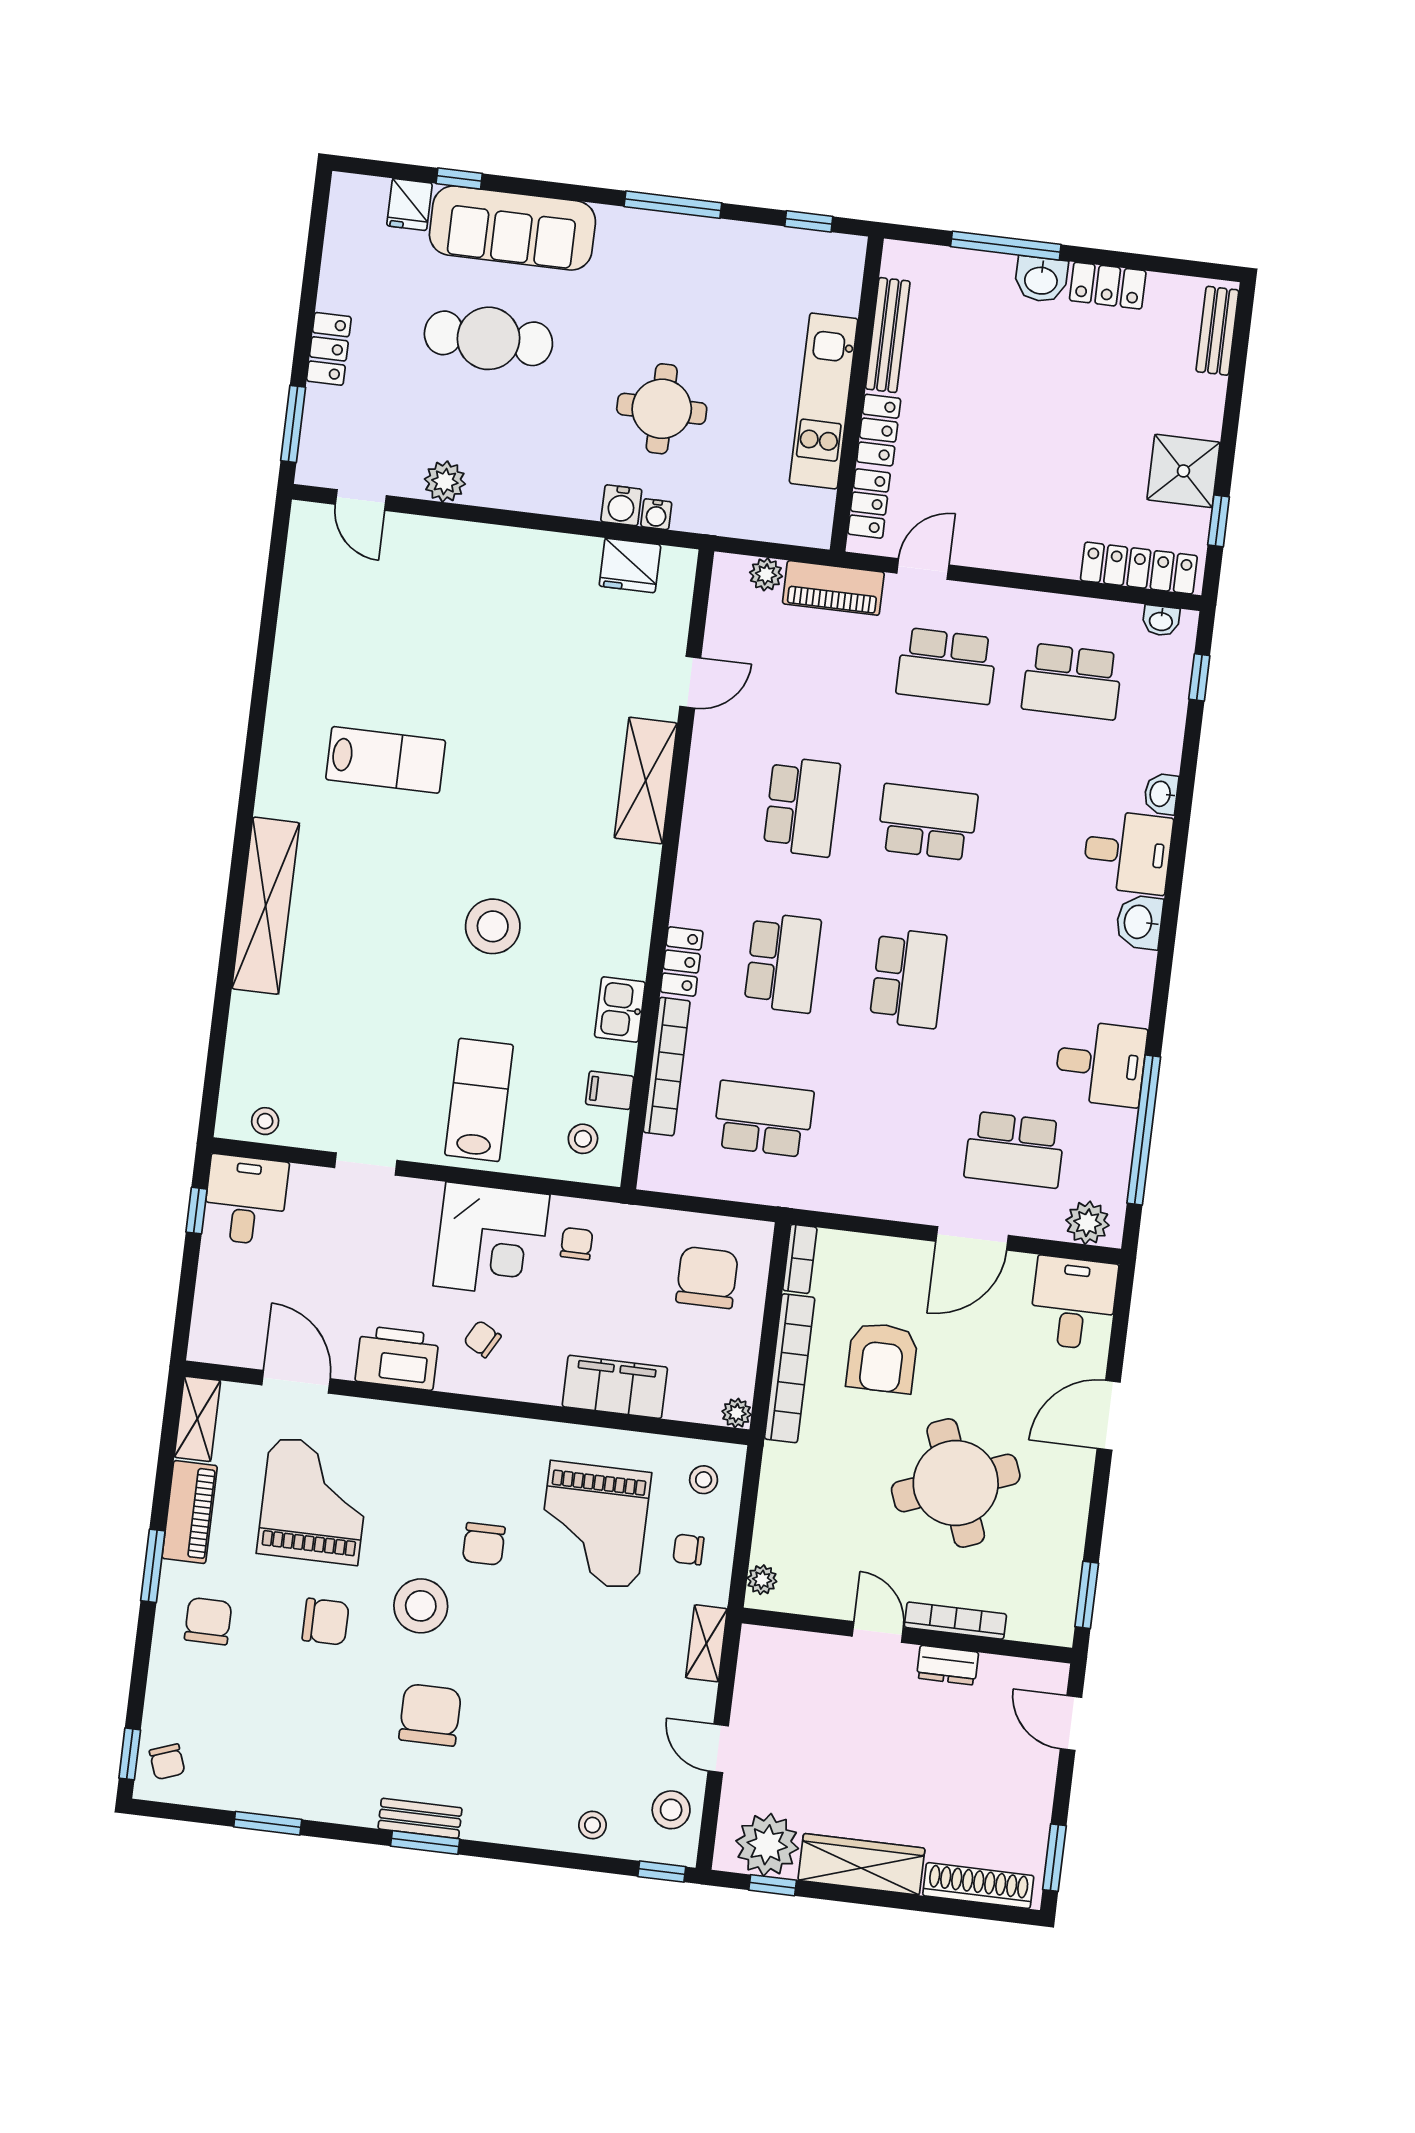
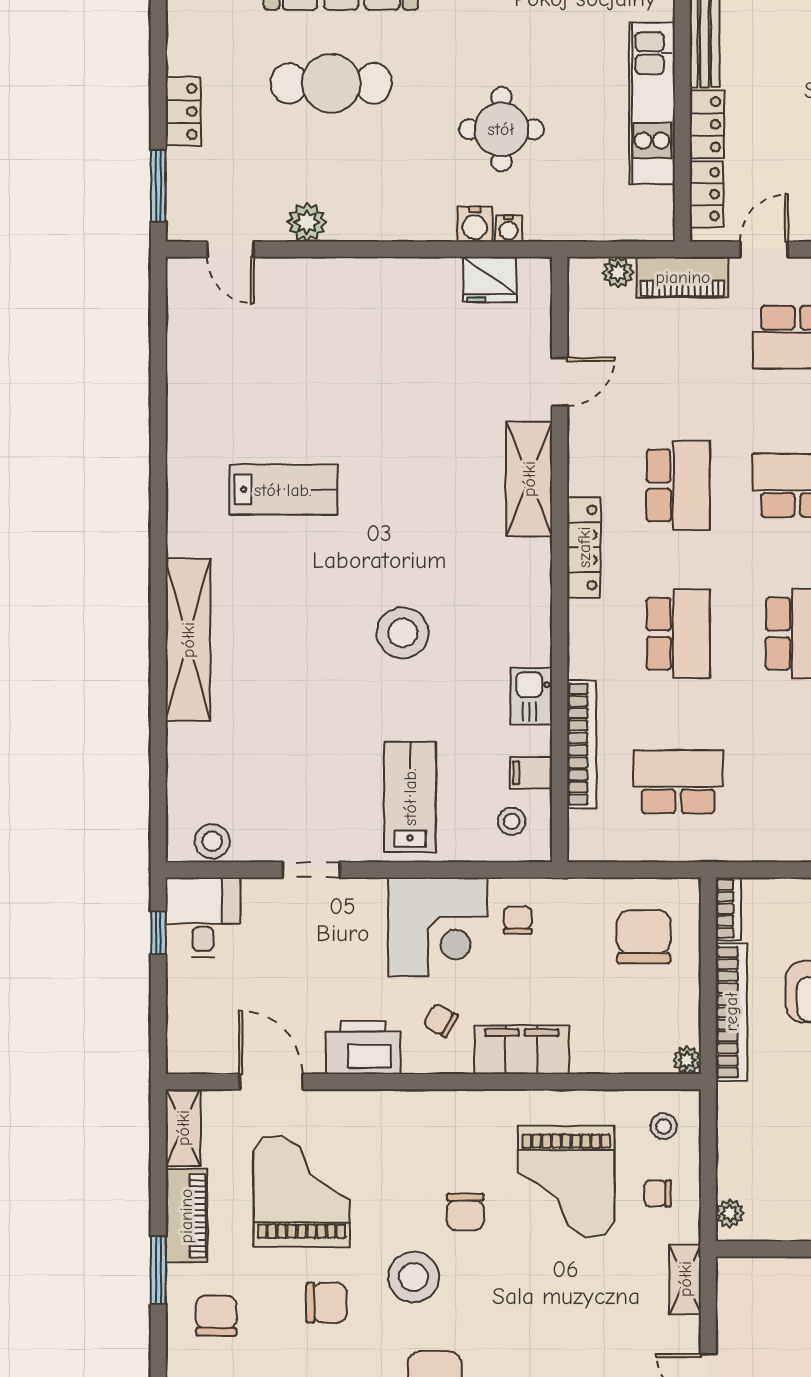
locker: (682, 961) -> (584, 547), moved, width x1.53
stool: (265, 1121) -> (212, 841), width x1.37, depth x1.37
filing cabinet: (615, 1387) -> (522, 1050), moved

